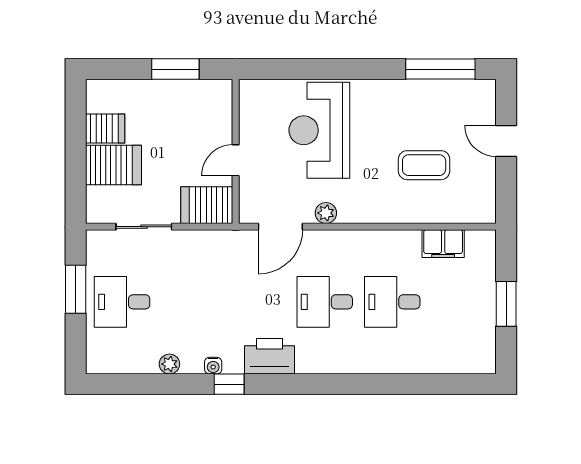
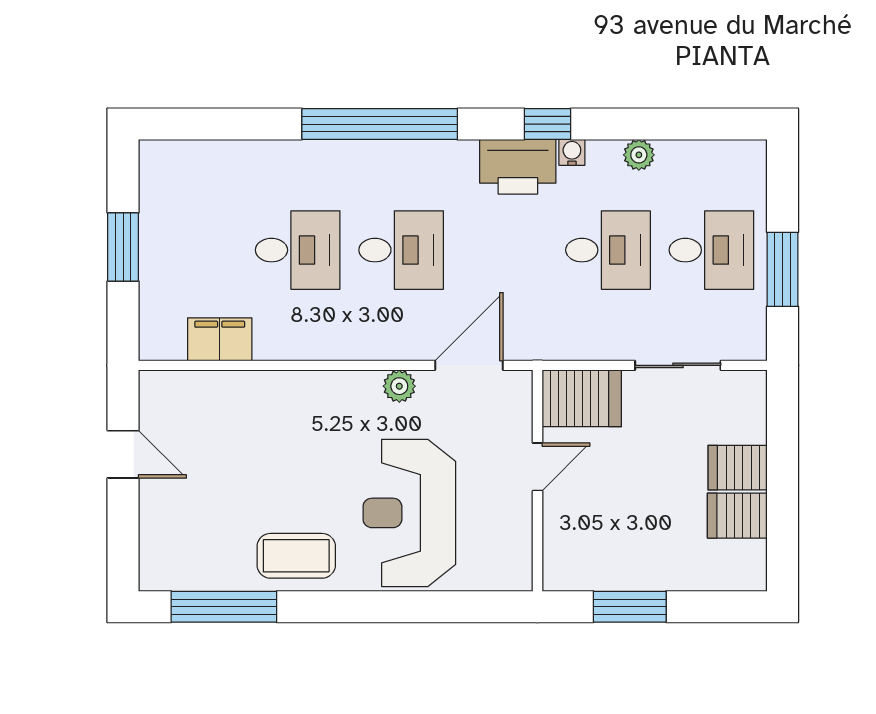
reception desk: (319, 130) -> (409, 513), turned 180
door: (506, 141) -> (123, 454), moved
server rack: (113, 165) -> (738, 468), width x0.73, depth x0.70
coffee table: (424, 165) -> (296, 556), moved
desk: (190, 302) -> (608, 250), added
printer: (270, 356) -> (518, 167), moved
window: (339, 384) -> (380, 124), added

